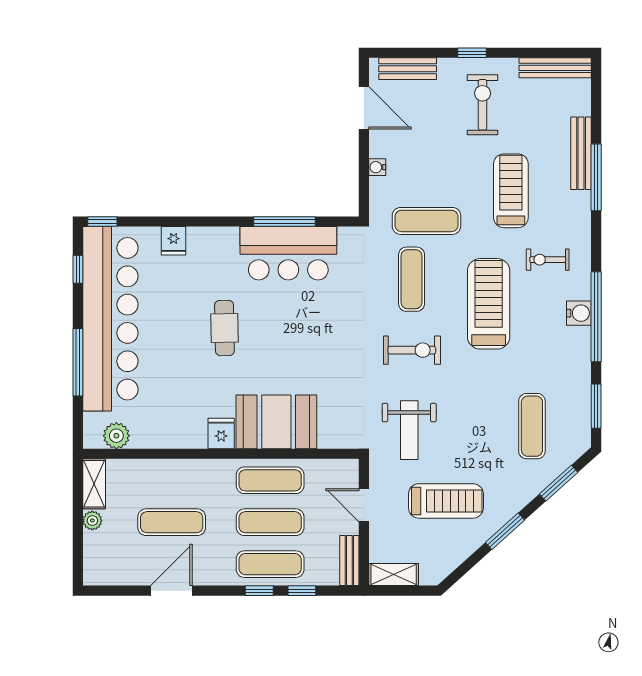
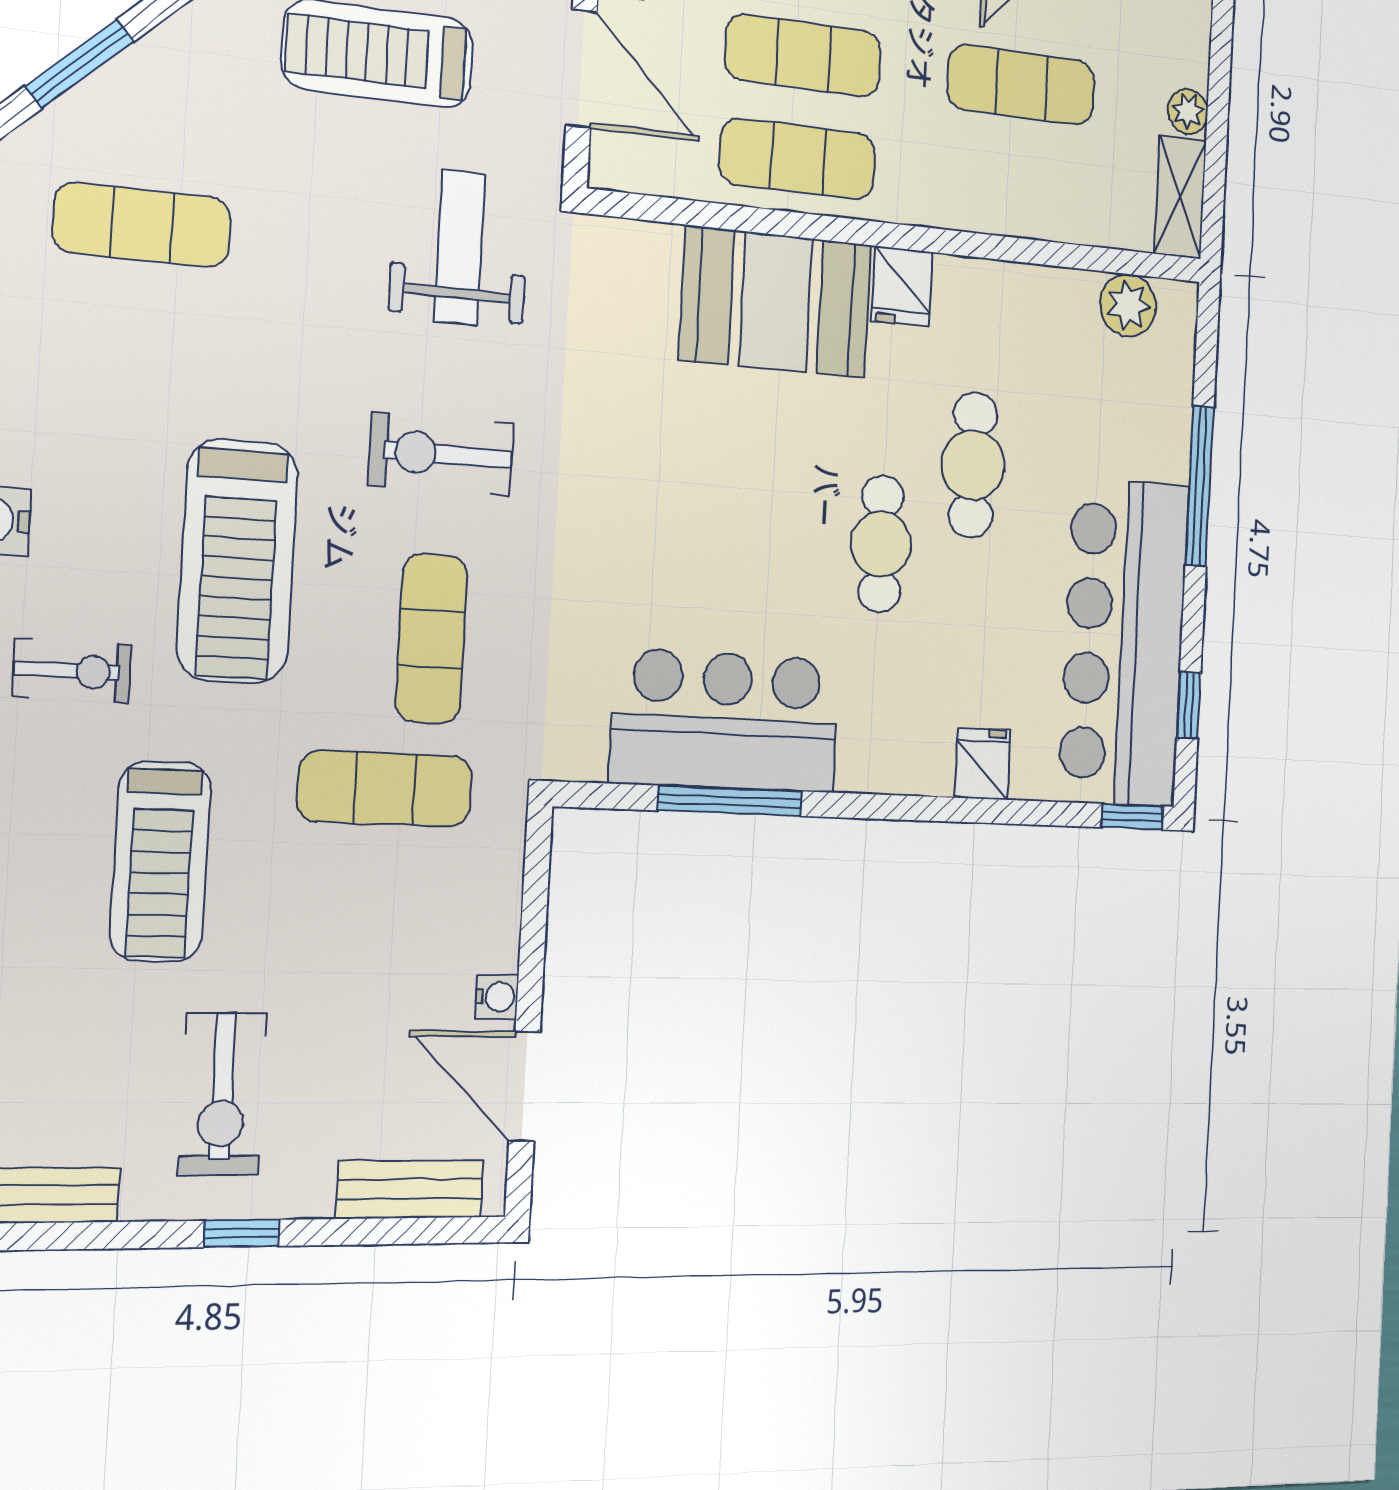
water cooler: (377, 167) -> (497, 997), moved
bar counter: (110, 319) -> (1124, 643), width x0.73
cafe table: (185, 363) -> (973, 465), added
exercise mat: (532, 426) -> (142, 225), turned 90
door: (364, 505) -> (581, 69), width x1.38

